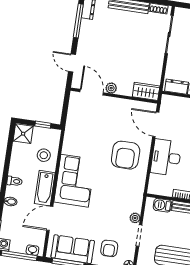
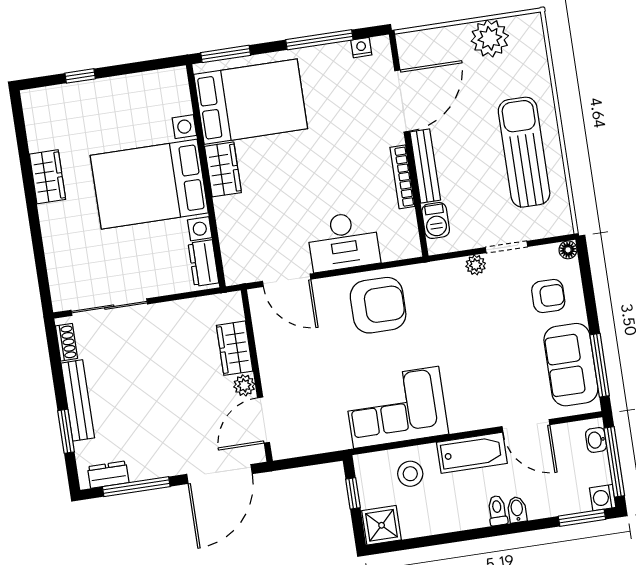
door: (72, 63) -> (220, 474), width x1.88
wardrobe: (146, 91) -> (235, 348), moved
door: (156, 124) -> (287, 280), hinge flipped
armchair: (126, 155) -> (378, 305), moved
toilet: (15, 181) -> (497, 511), moved
corner sofa: (75, 181) -> (396, 407), moved

